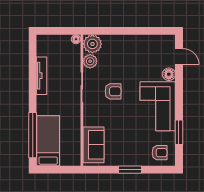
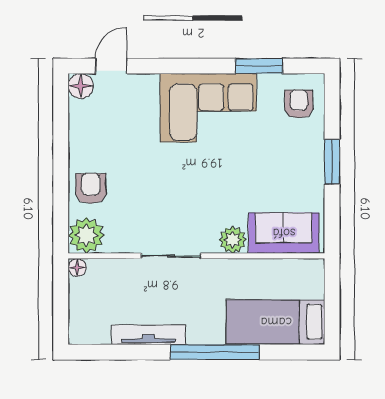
plant: (90, 61) -> (233, 240), moved
floor lamp: (169, 74) -> (81, 86), moved
armchair: (113, 91) -> (91, 188), moved
window: (33, 135) -> (215, 352), moved

